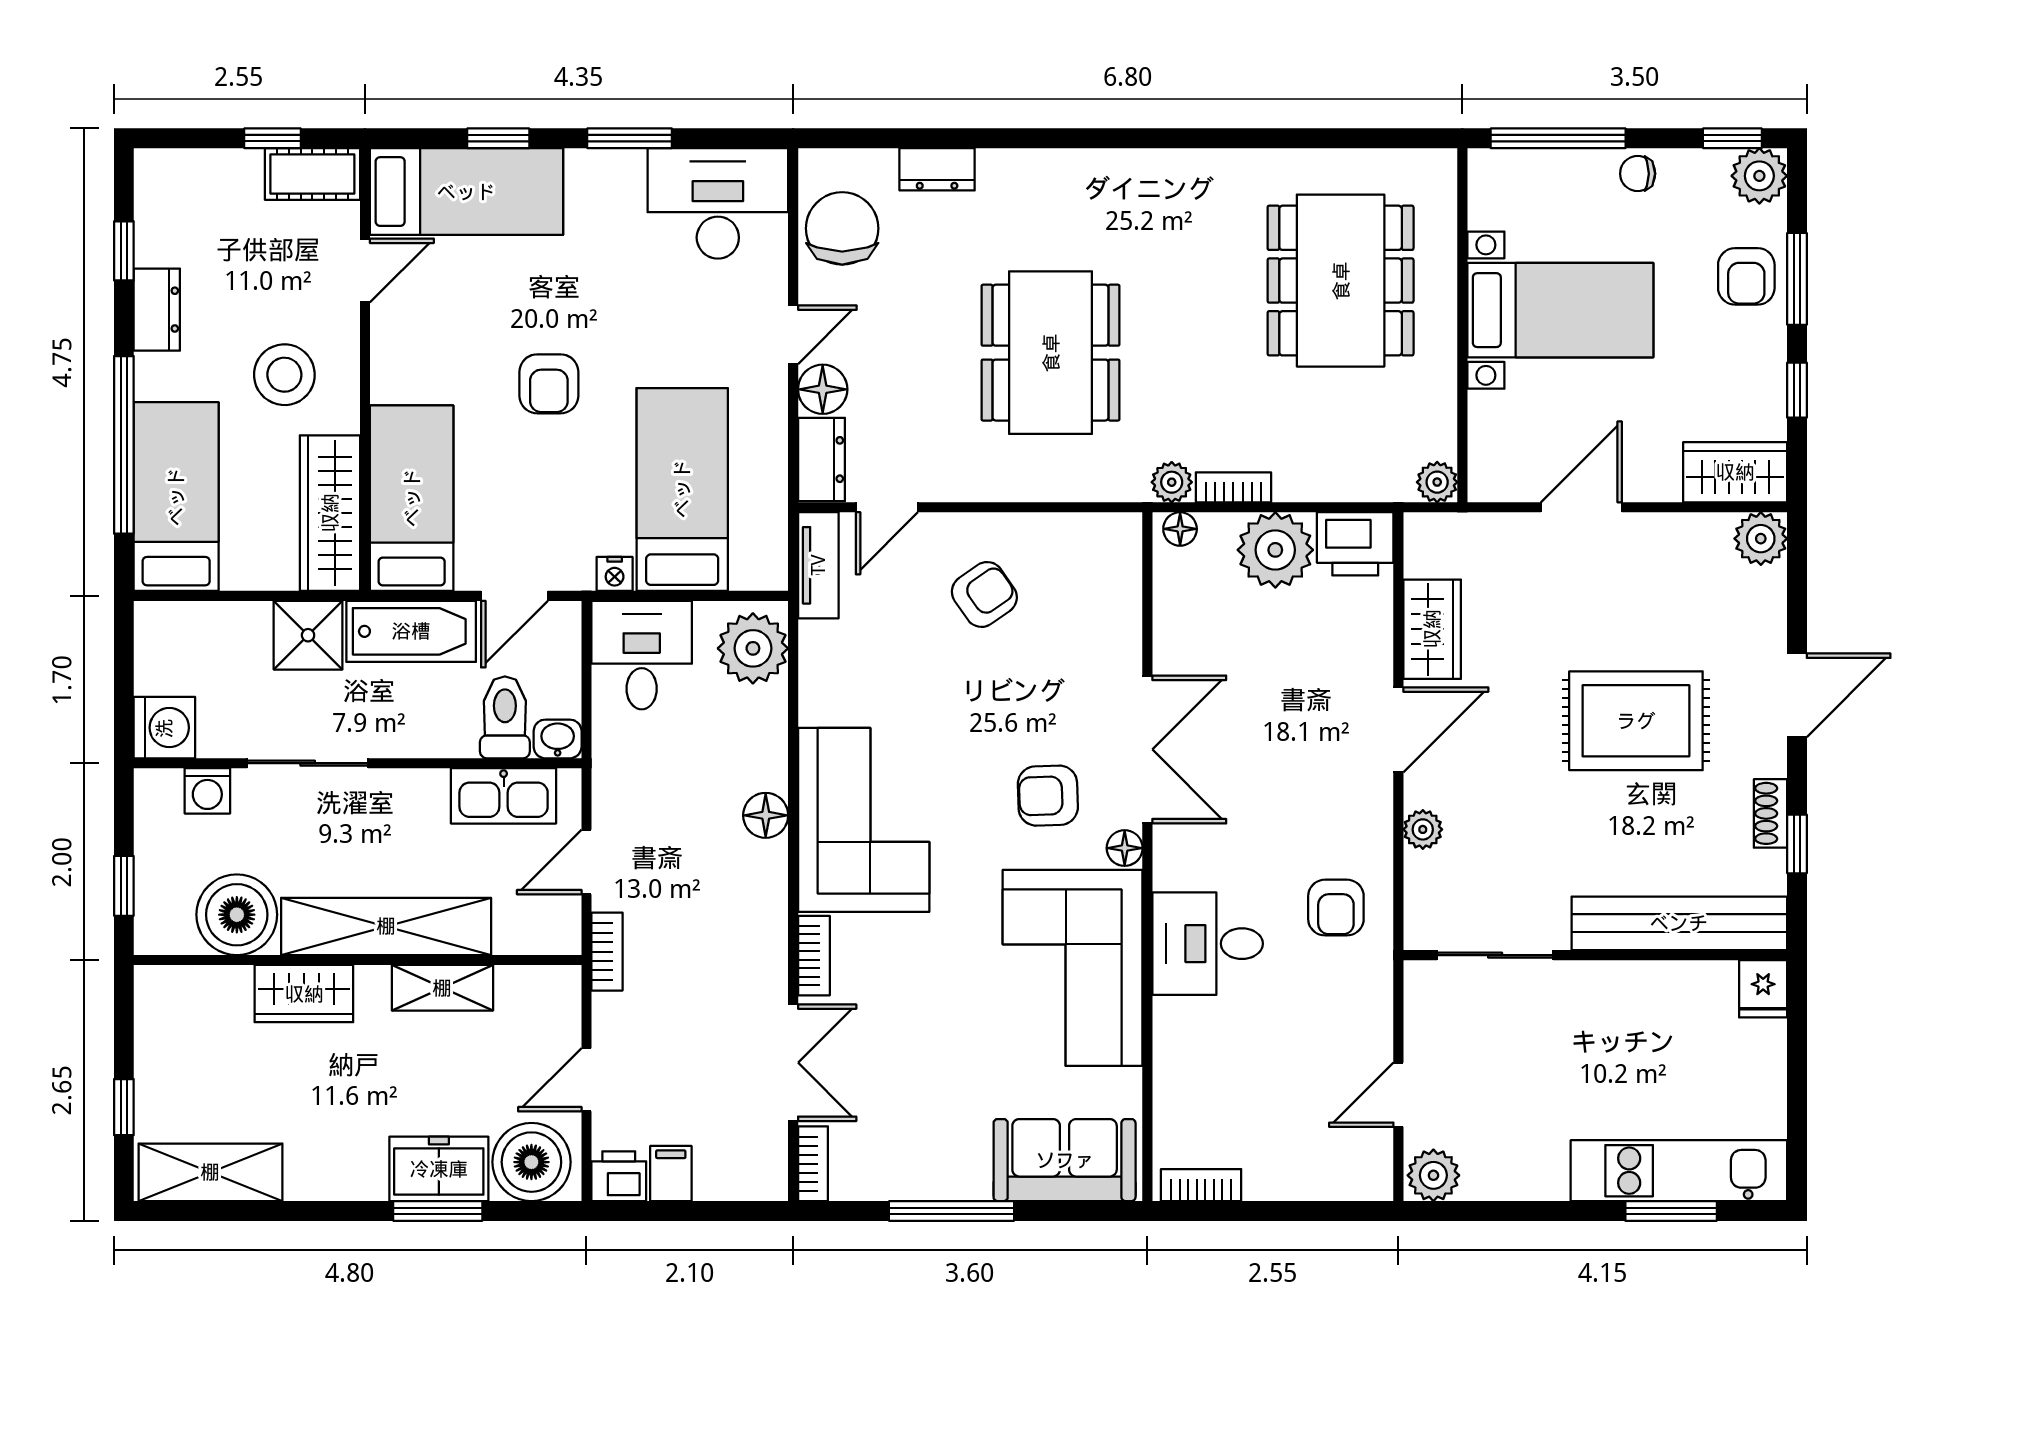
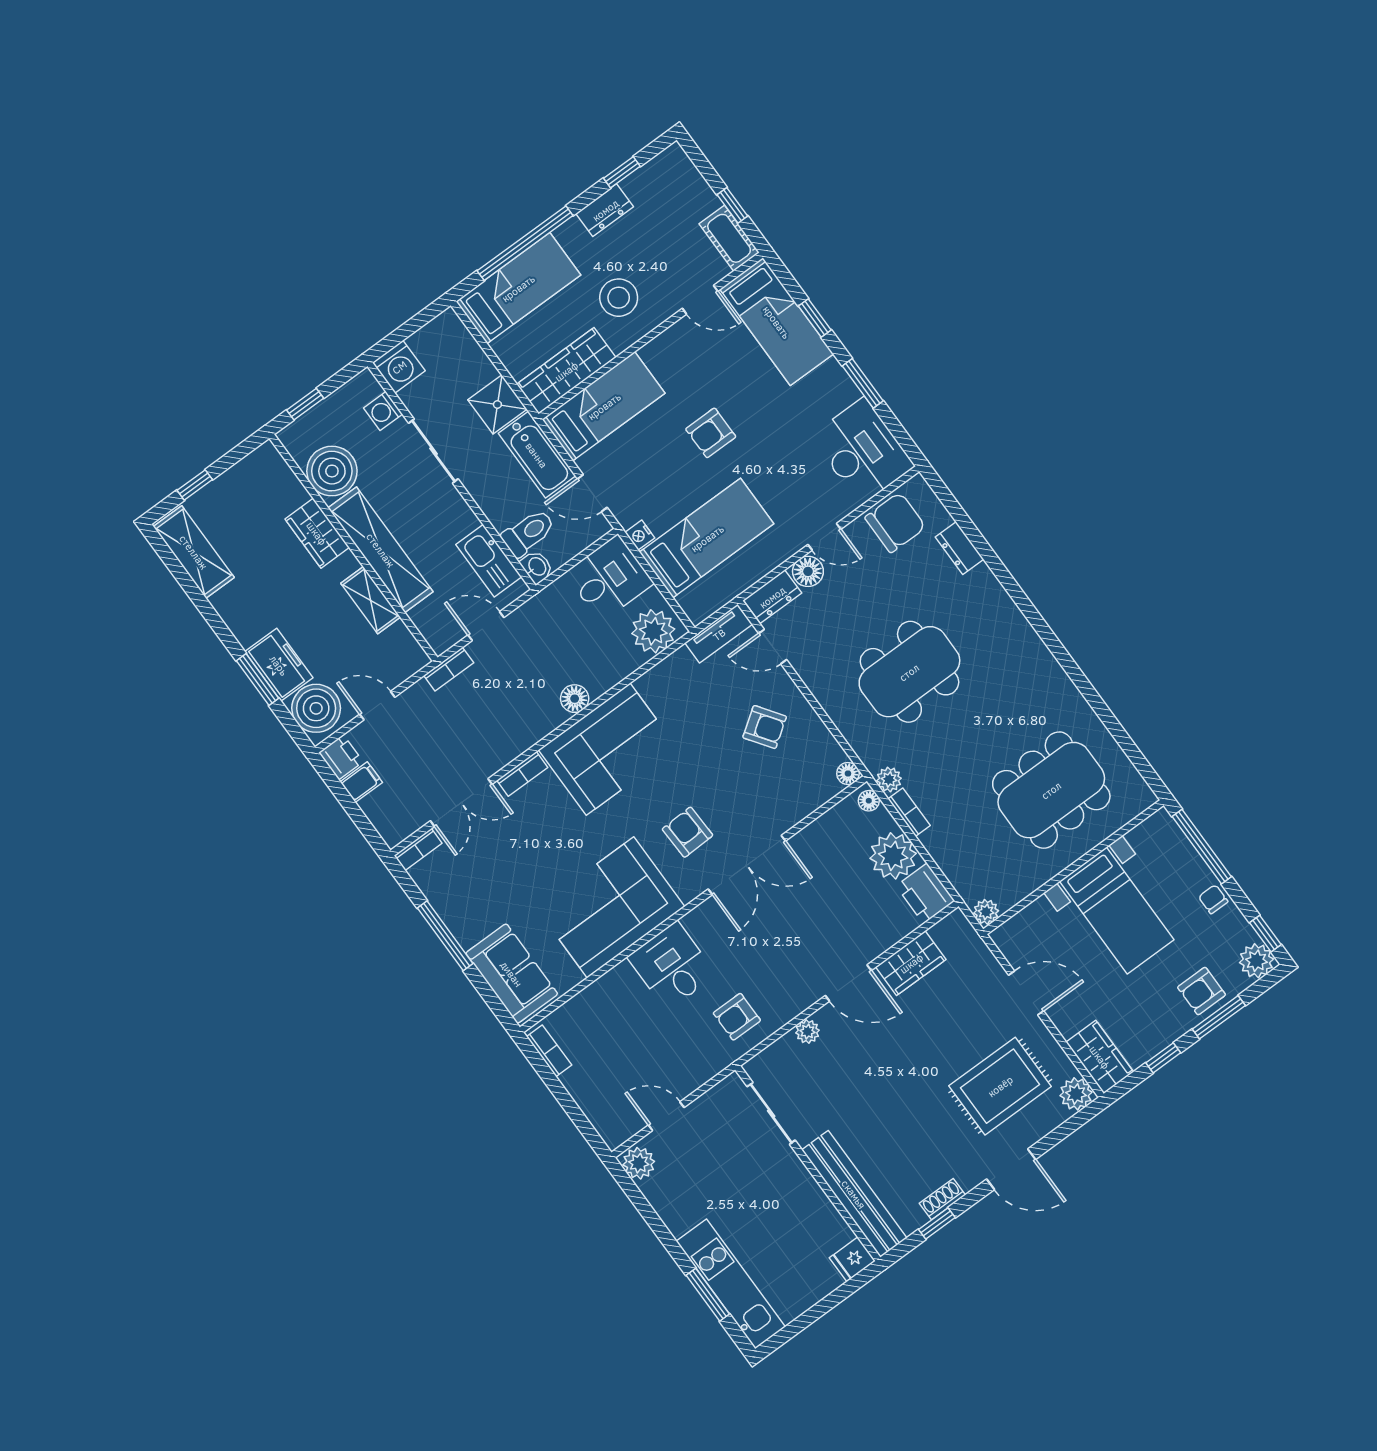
rug: (1636, 721) -> (1000, 1086), moved, turned 90
floor lamp: (1125, 848) -> (848, 773), moved

